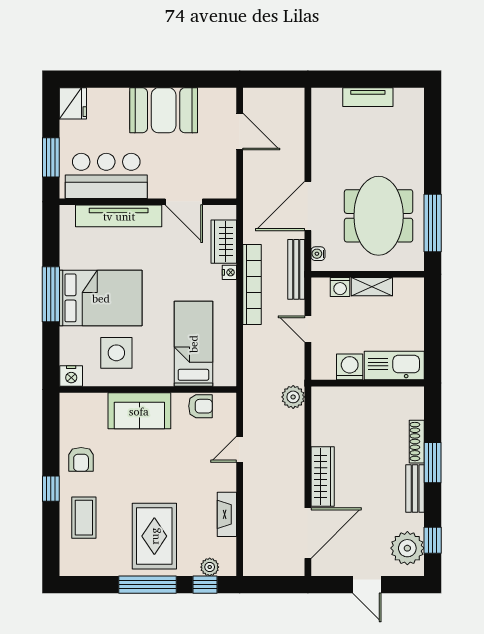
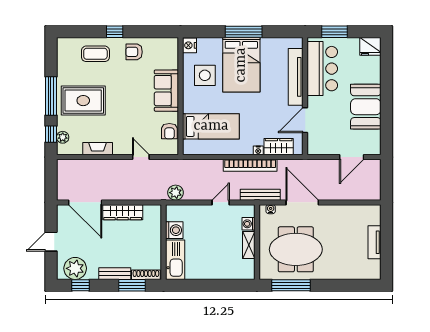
kitchen sink: (394, 366) -> (175, 260), moved
washing machine: (350, 367) -> (174, 230), moved
wall: (368, 383) -> (164, 242), moved

